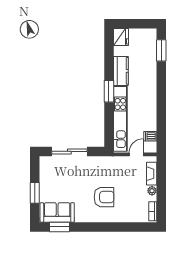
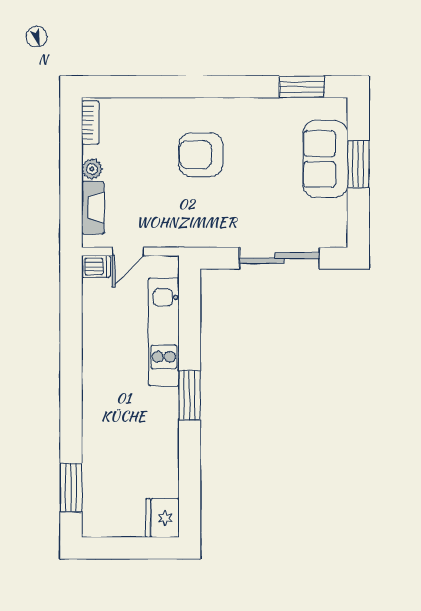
kitchen counter: (121, 71) -> (162, 441), removed
kitchen unit: (120, 119) -> (164, 332), width x0.73
dishwasher: (150, 136) -> (96, 267), moved
sofa: (57, 212) -> (325, 159), moved, turned 90

